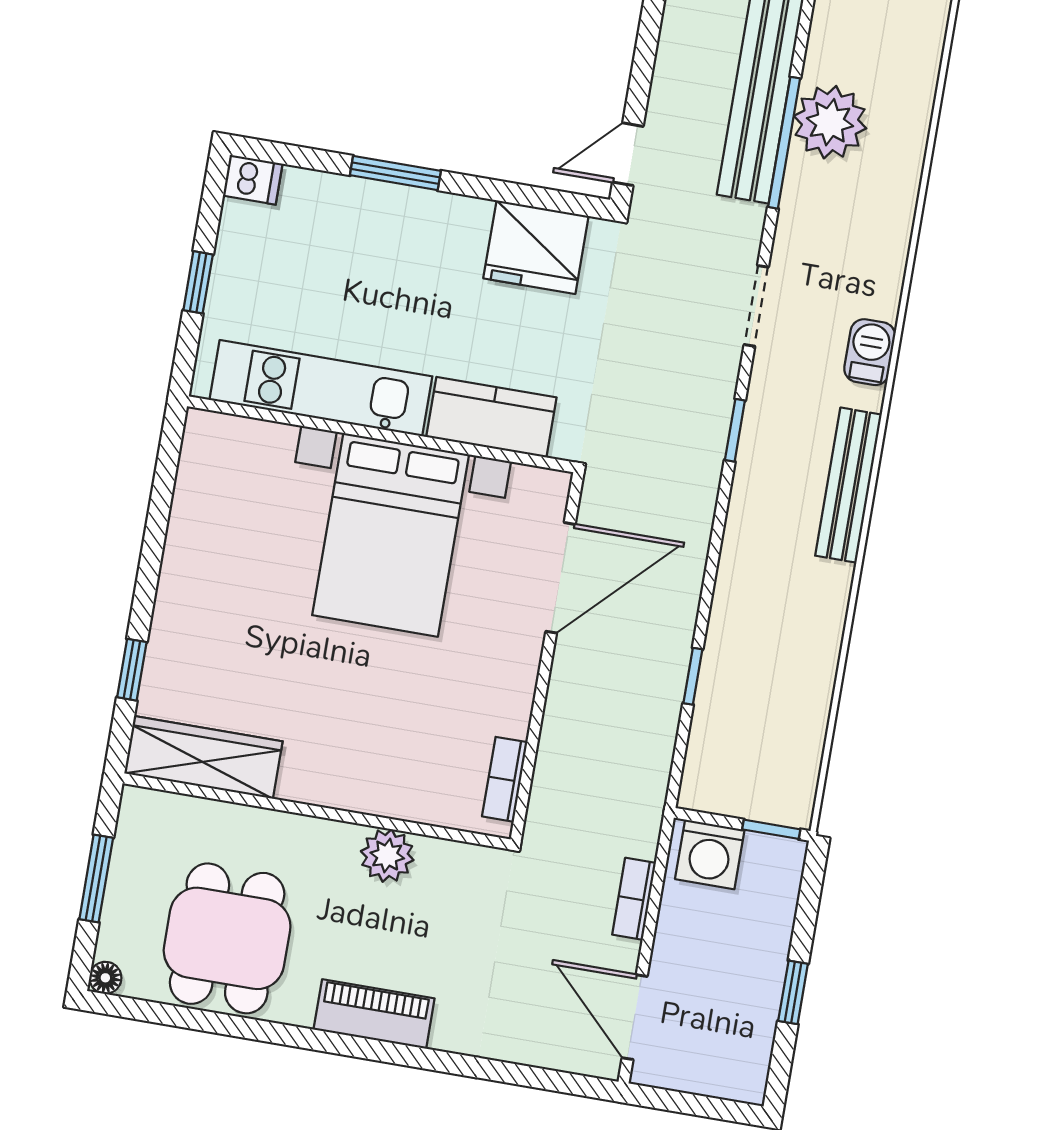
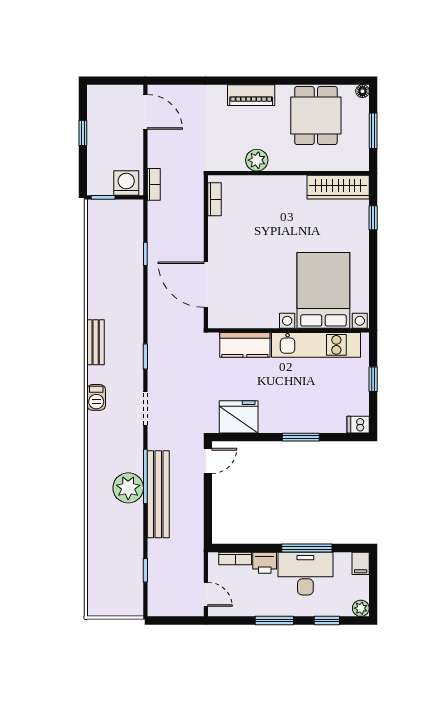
bench: (848, 485) -> (96, 342), width x0.73
bed with nightstands: (391, 535) -> (323, 290), moved
door: (560, 578) -> (206, 285), hinge flipped
bookcase: (634, 899) -> (154, 184), moved

